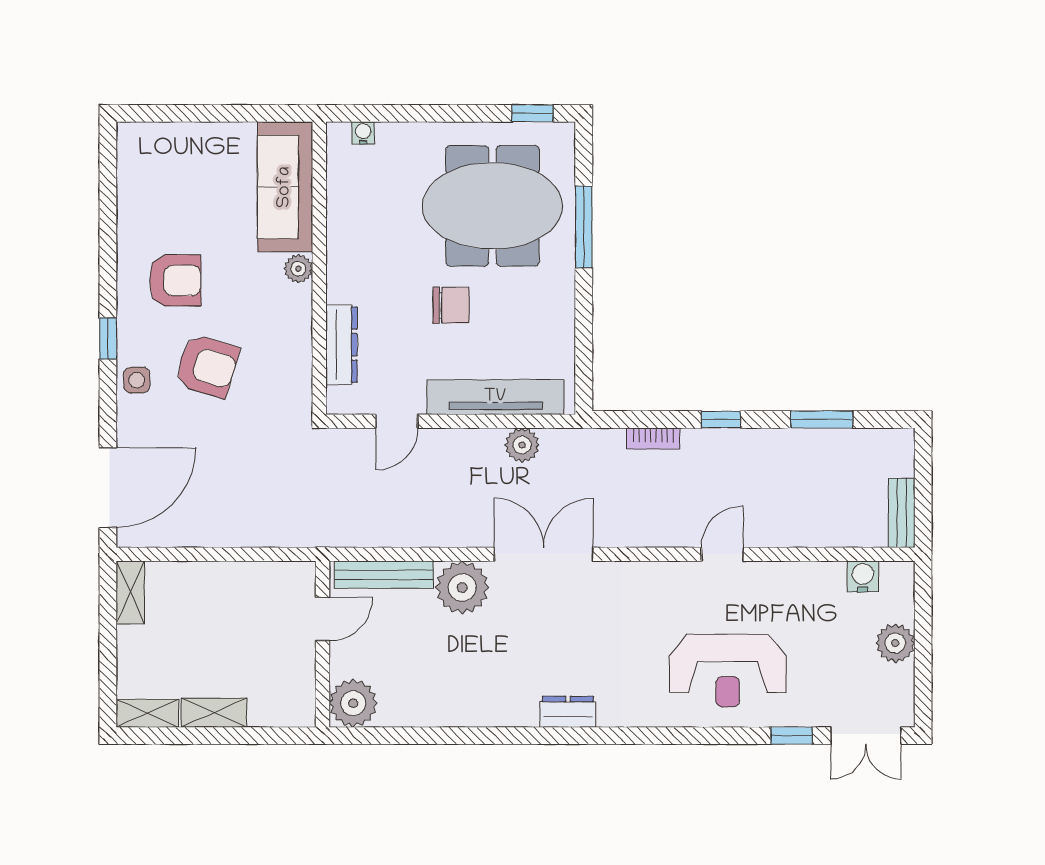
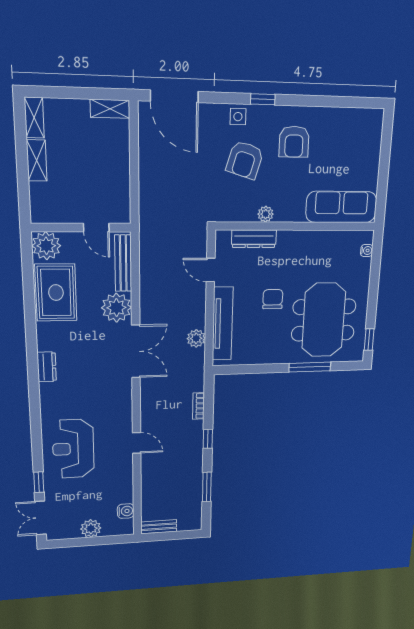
plant: (298, 269) -> (266, 214), moved
chair: (451, 305) -> (273, 299), turned 180
rug: (434, 690) -> (56, 293), added

